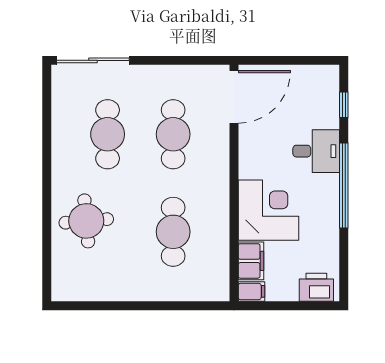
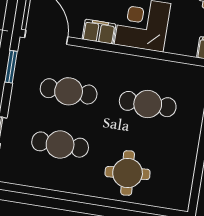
window: (192, 60) -> (11, 67), added
filing cabinet: (251, 261) -> (99, 32), moved

